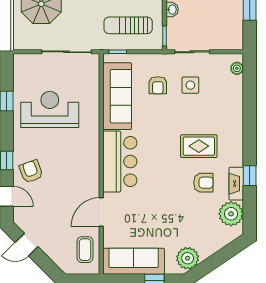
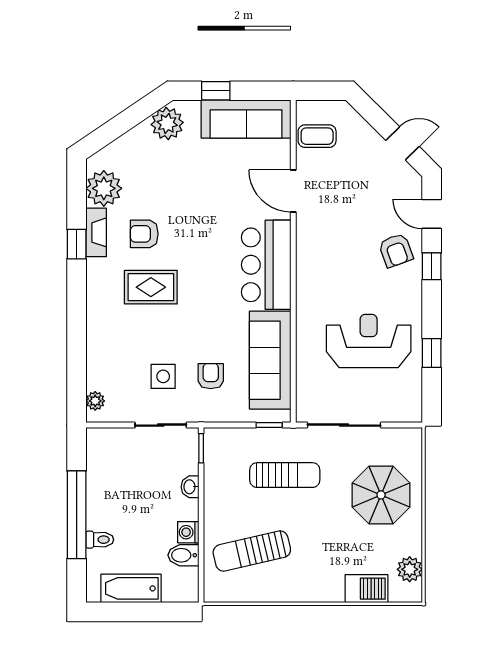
sun lounger: (128, 25) -> (285, 475), moved
reception desk: (50, 109) -> (369, 341), turned 180
door: (101, 212) -> (293, 191), swing flipped
coffee table: (85, 250) -> (317, 136), turned 90

